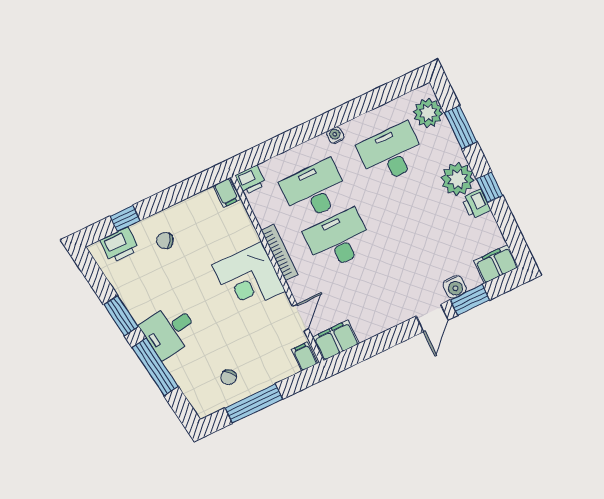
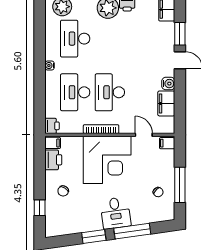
printer: (120, 245) -> (53, 160), moved
corner desk: (249, 278) -> (107, 160), width x1.36, depth x1.36
water cooler: (455, 287) -> (168, 84), moved
filing cabinet: (336, 340) -> (166, 103), moved

